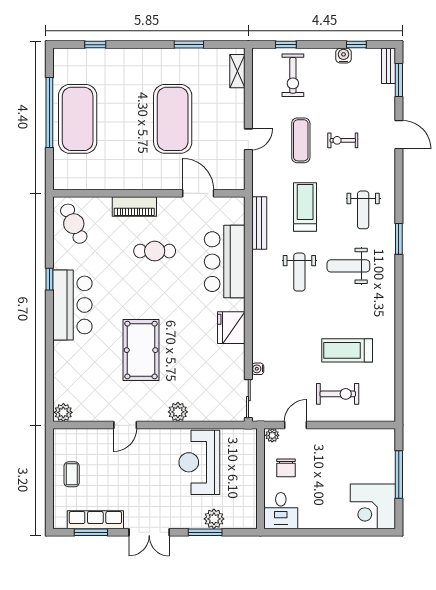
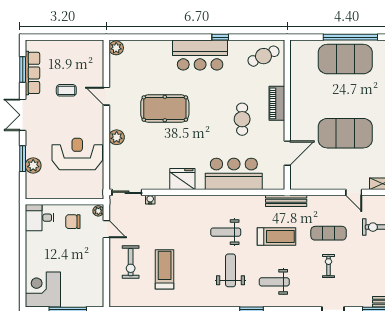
door: (248, 139) -> (354, 192), moved
bench: (259, 223) -> (286, 201), moved
coffee table: (72, 474) -> (66, 90), moved

